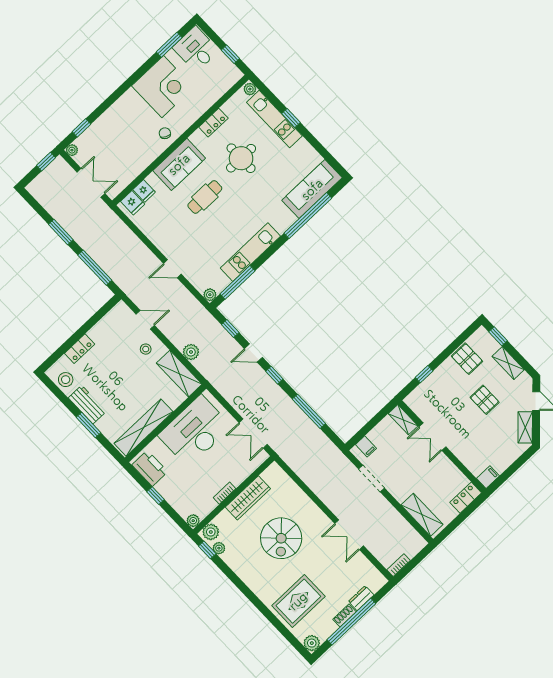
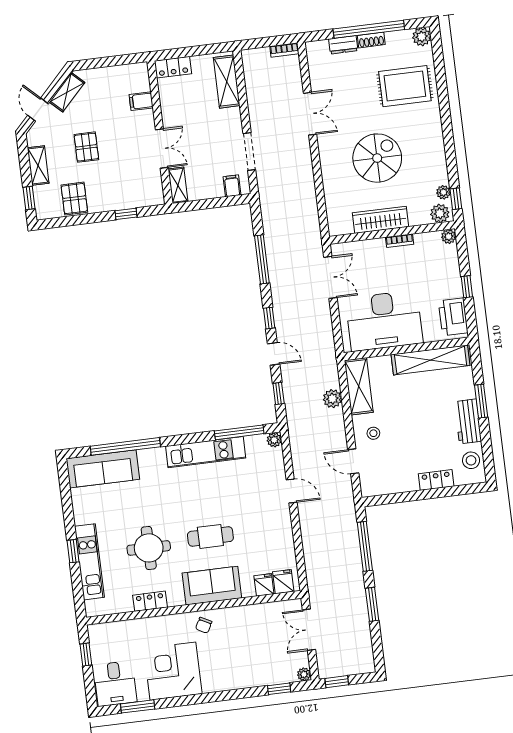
plant: (250, 89) -> (92, 608), removed
filing cabinet: (488, 477) -> (141, 101), moved

